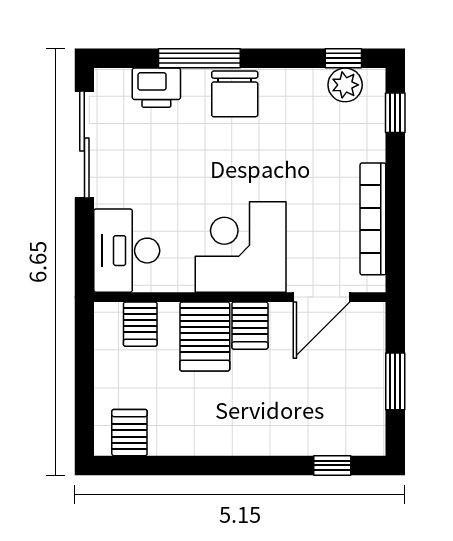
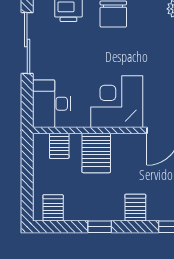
server rack: (250, 326) -> (135, 208), moved, turned 180
window: (211, 465) -> (100, 227), added

